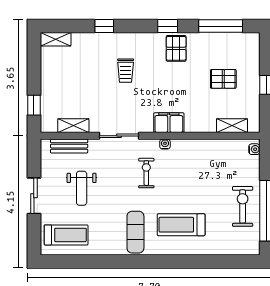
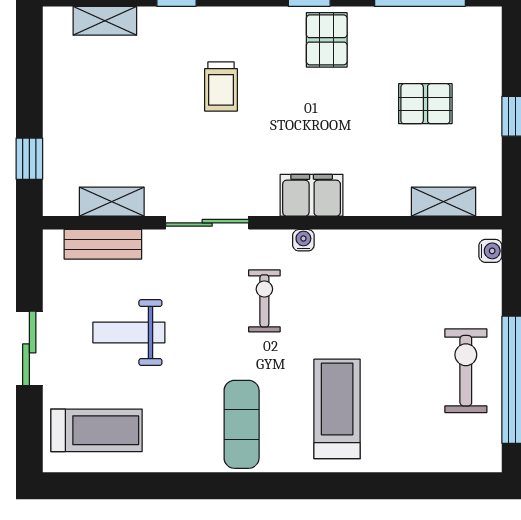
shelving: (56, 39) -> (105, 21), moved
weight bench: (82, 188) -> (129, 333), turned 90
treadmill: (181, 225) -> (337, 409), turned 90

